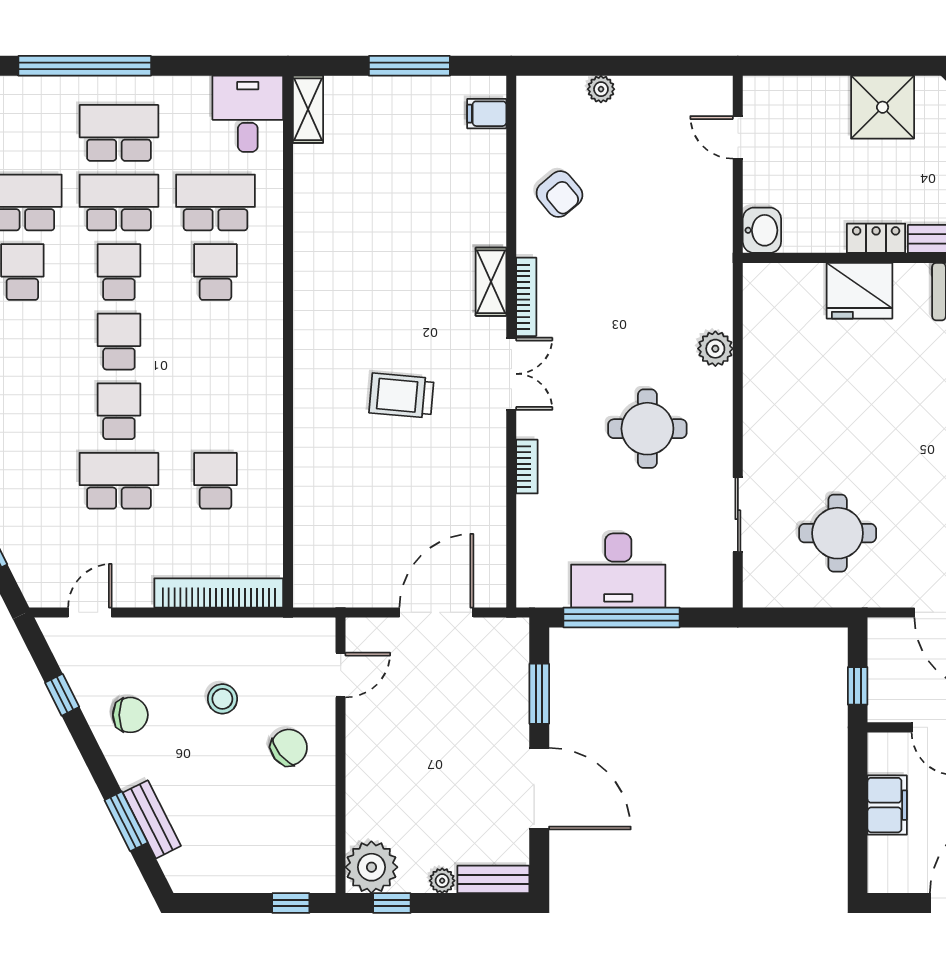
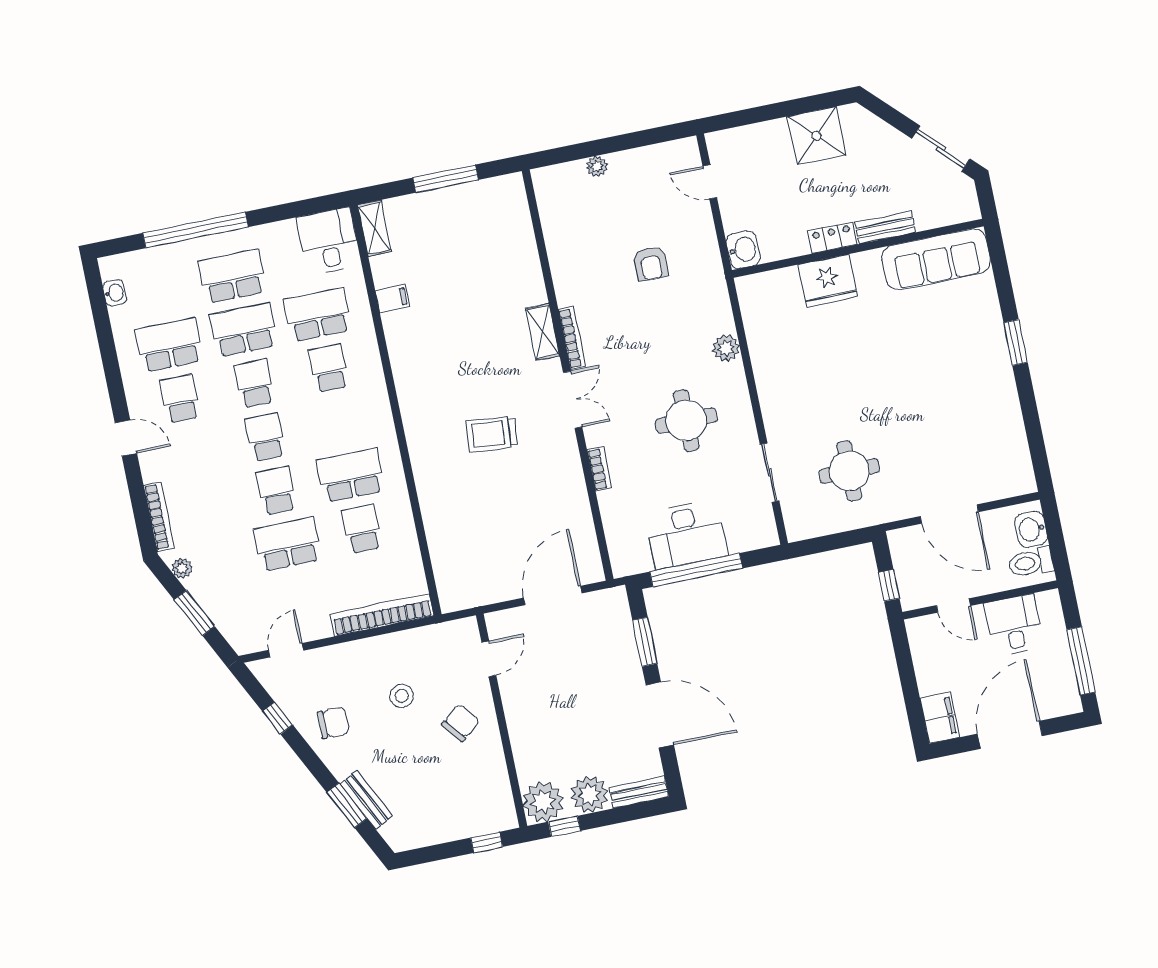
filing cabinet: (487, 114) -> (392, 298), moved, turned 180
armchair: (559, 194) -> (651, 264), moved, turned 40
school desk: (216, 411) -> (351, 475), added
filing cabinet: (887, 805) -> (940, 718), moved
plant: (442, 881) -> (589, 794), width x1.88, depth x1.88

